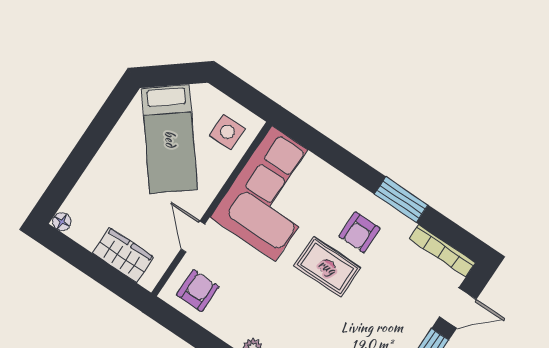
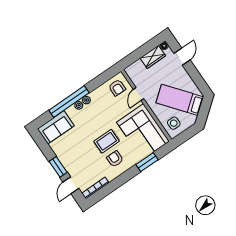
door: (70, 172) -> (182, 57), added
window: (401, 200) -> (147, 162), moved
door: (193, 237) -> (139, 94), swing flipped
wardrobe: (123, 255) -> (153, 57), moved

